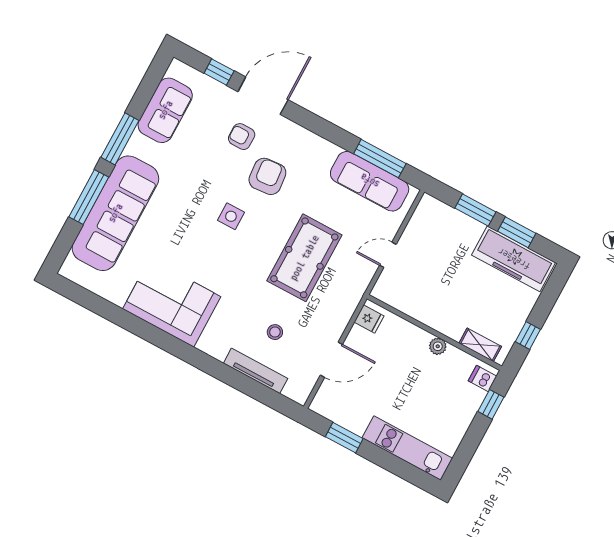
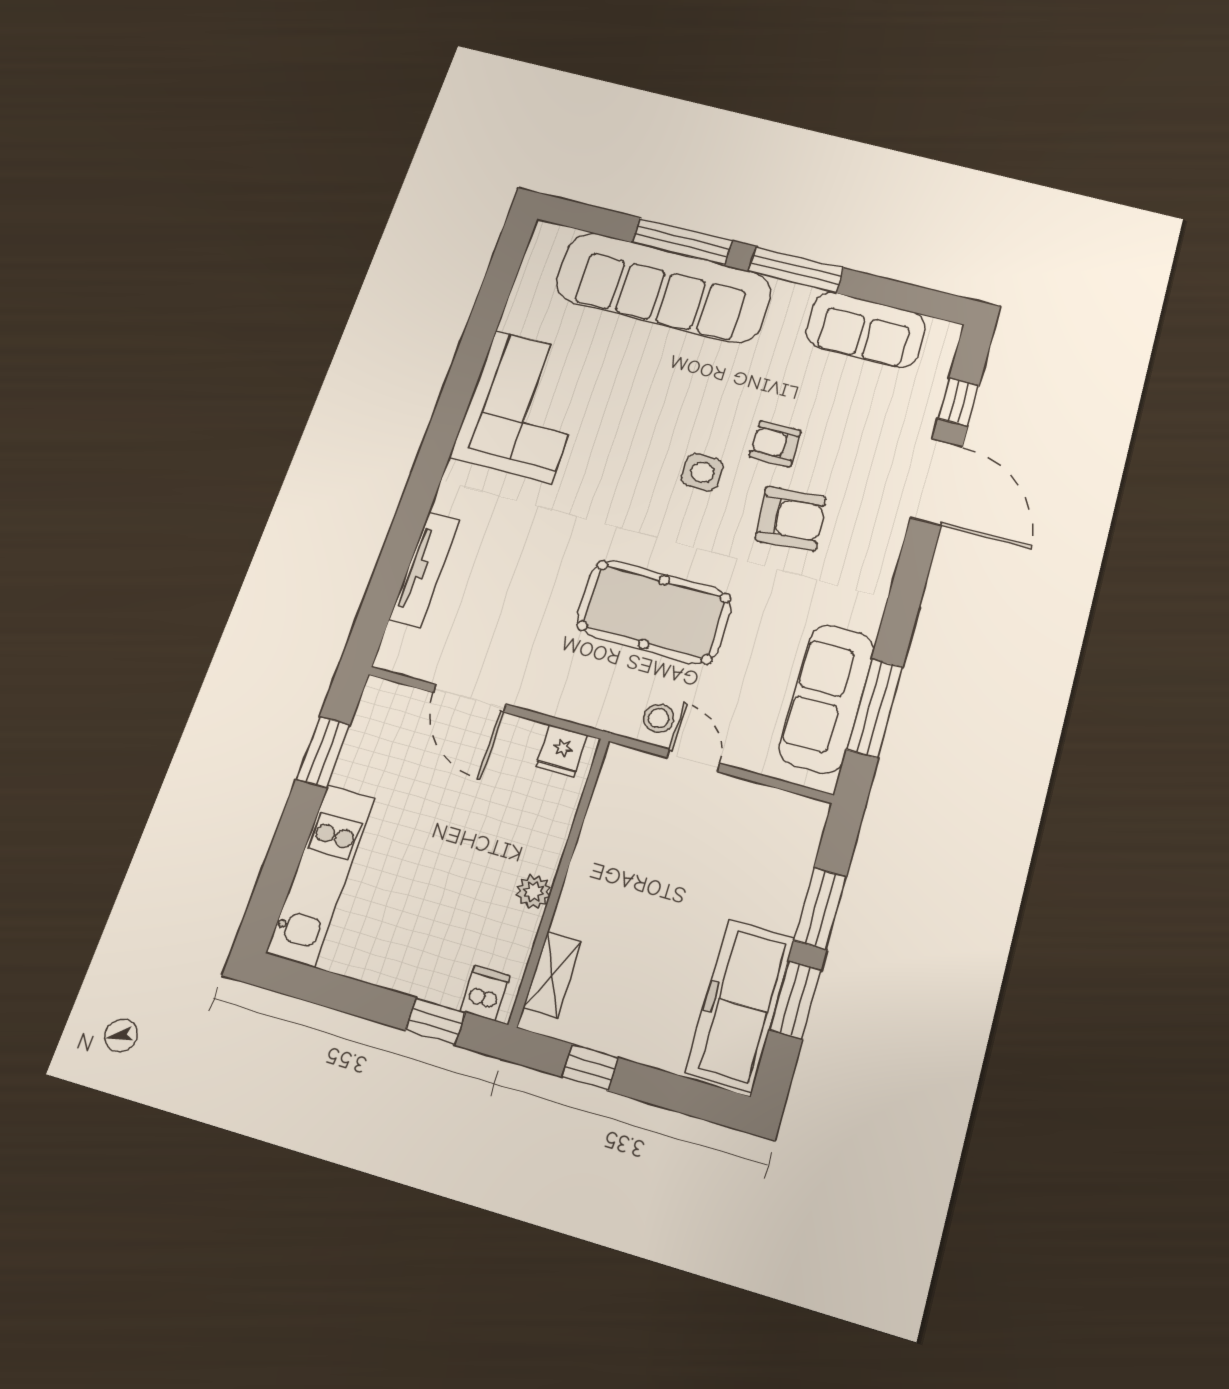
armchair: (242, 137) -> (775, 444), moved, turned -90
stool: (275, 332) -> (659, 718), moved

